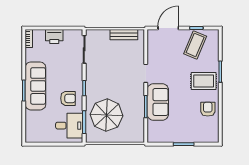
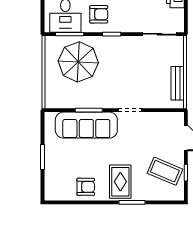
armchair: (68, 98) -> (99, 14), turned -90
sofa: (158, 102) -> (86, 125), width x1.36

